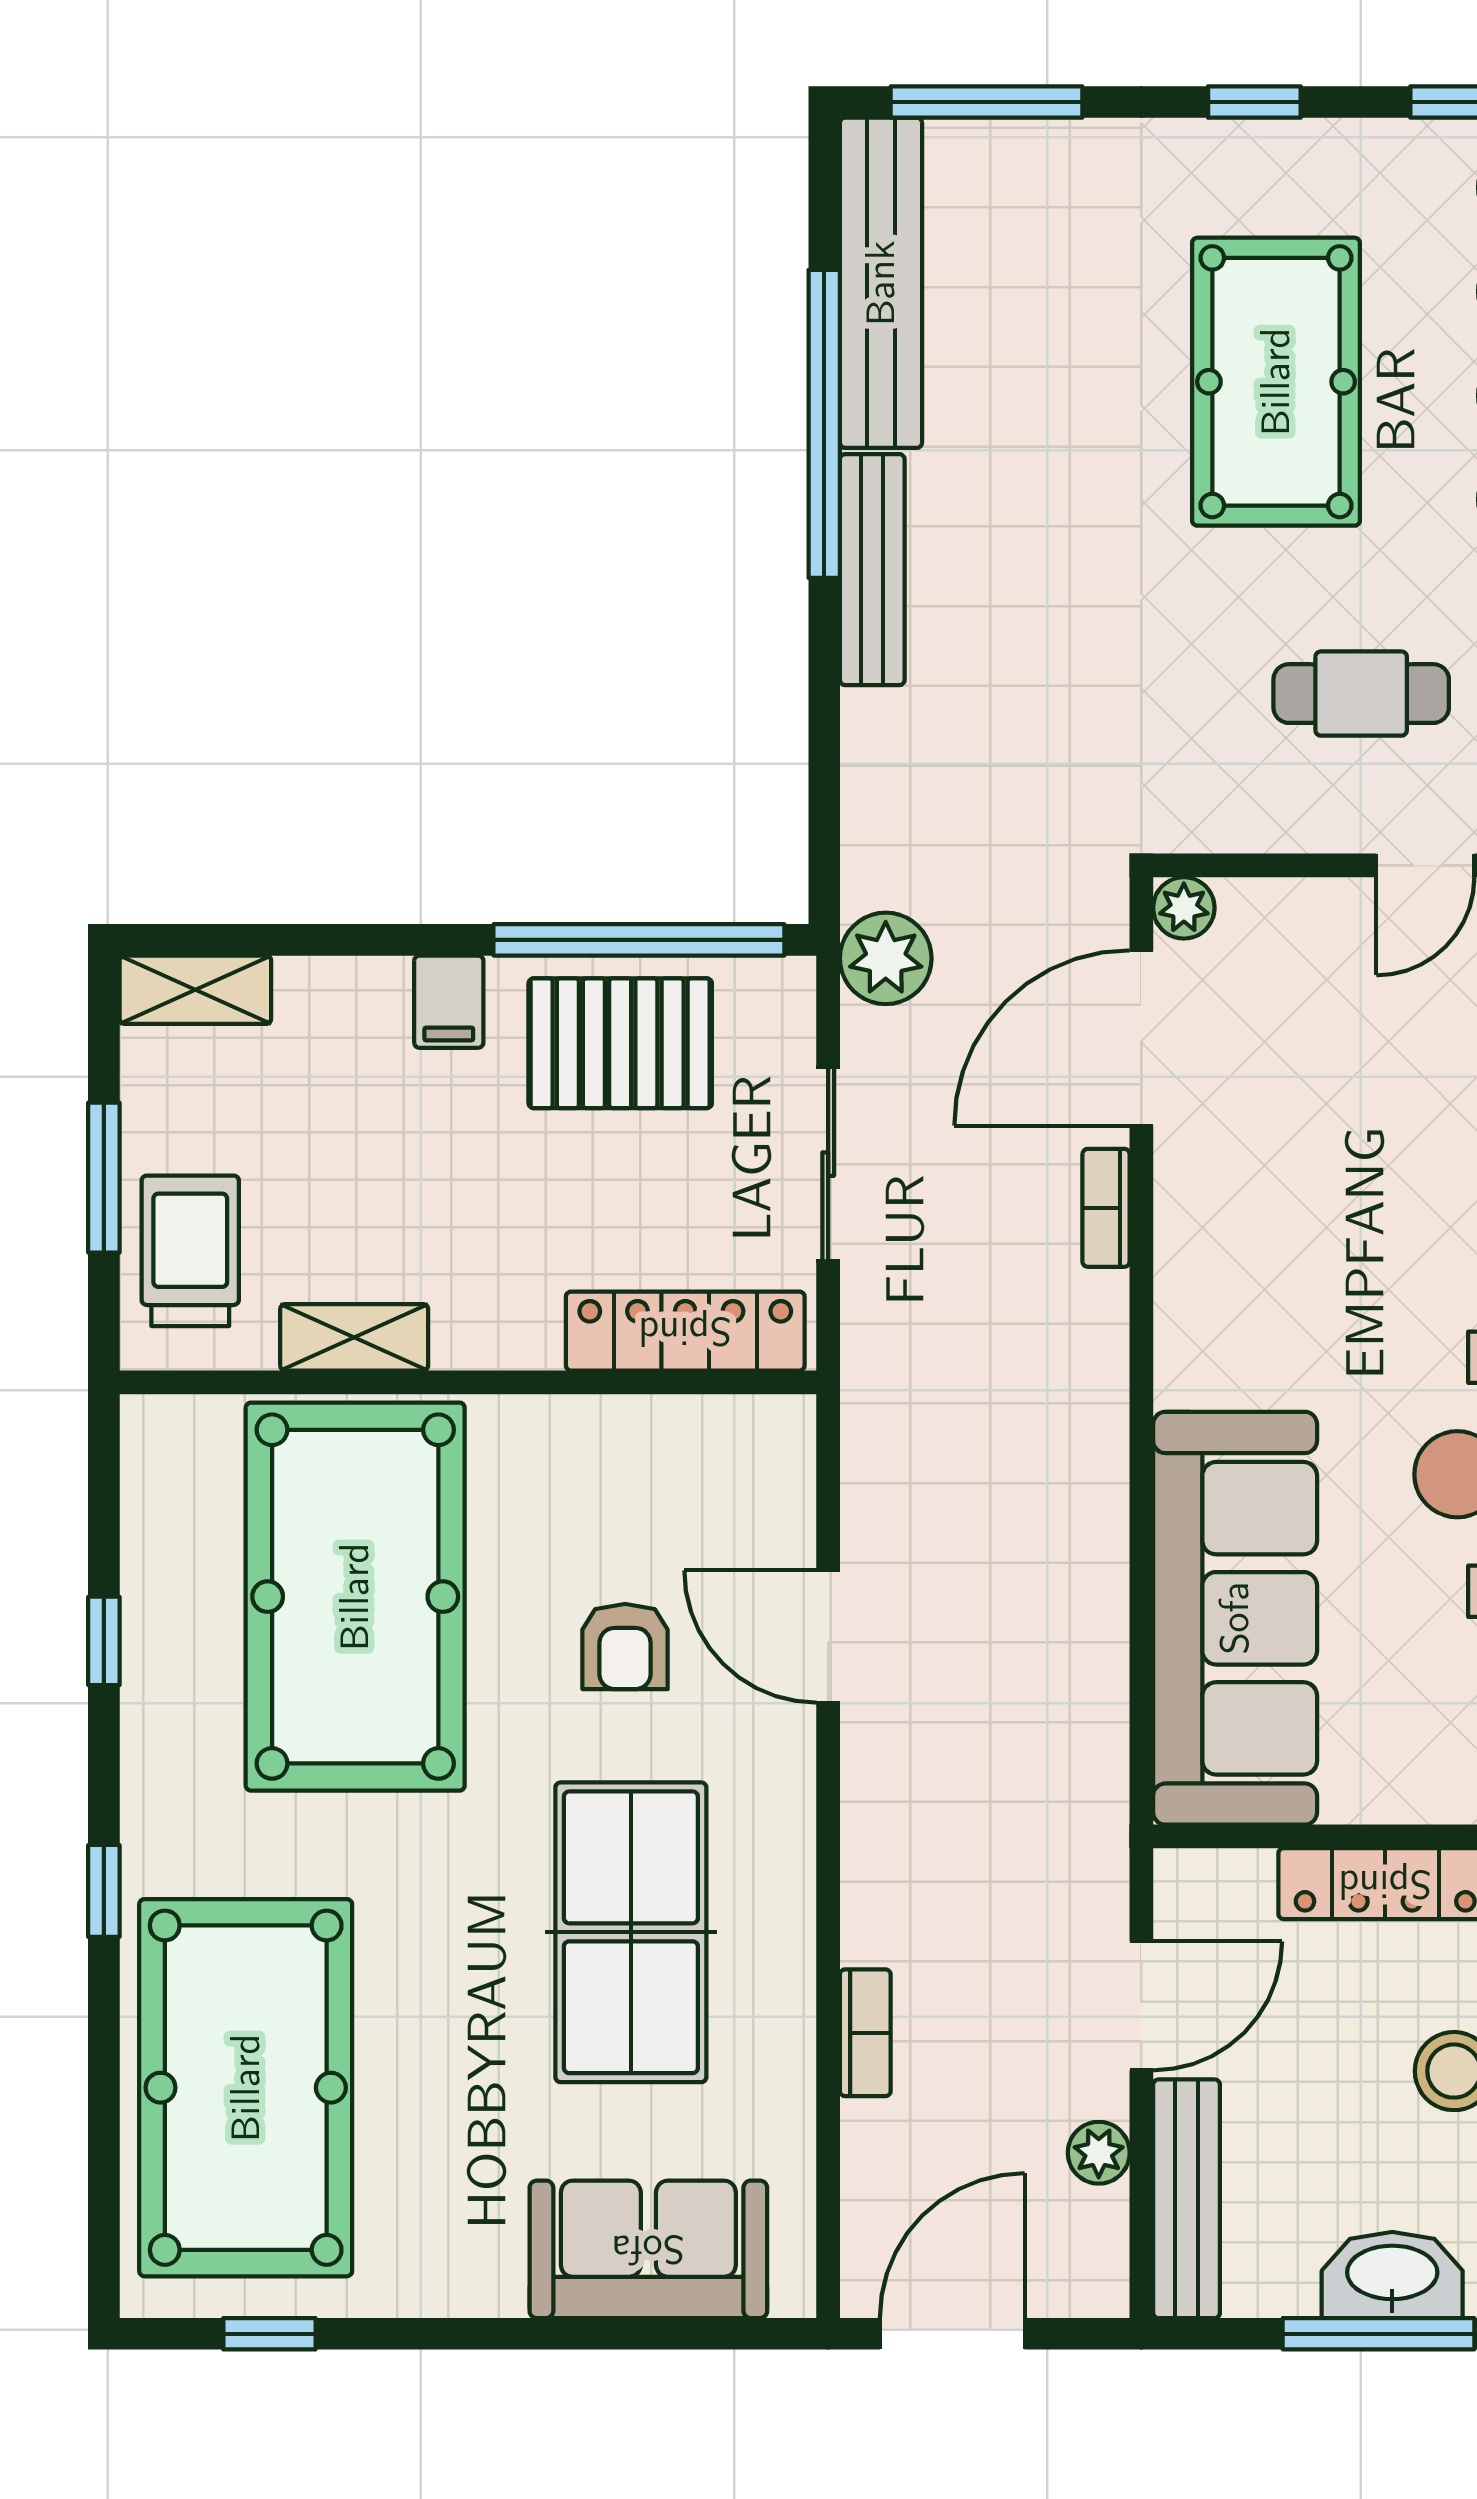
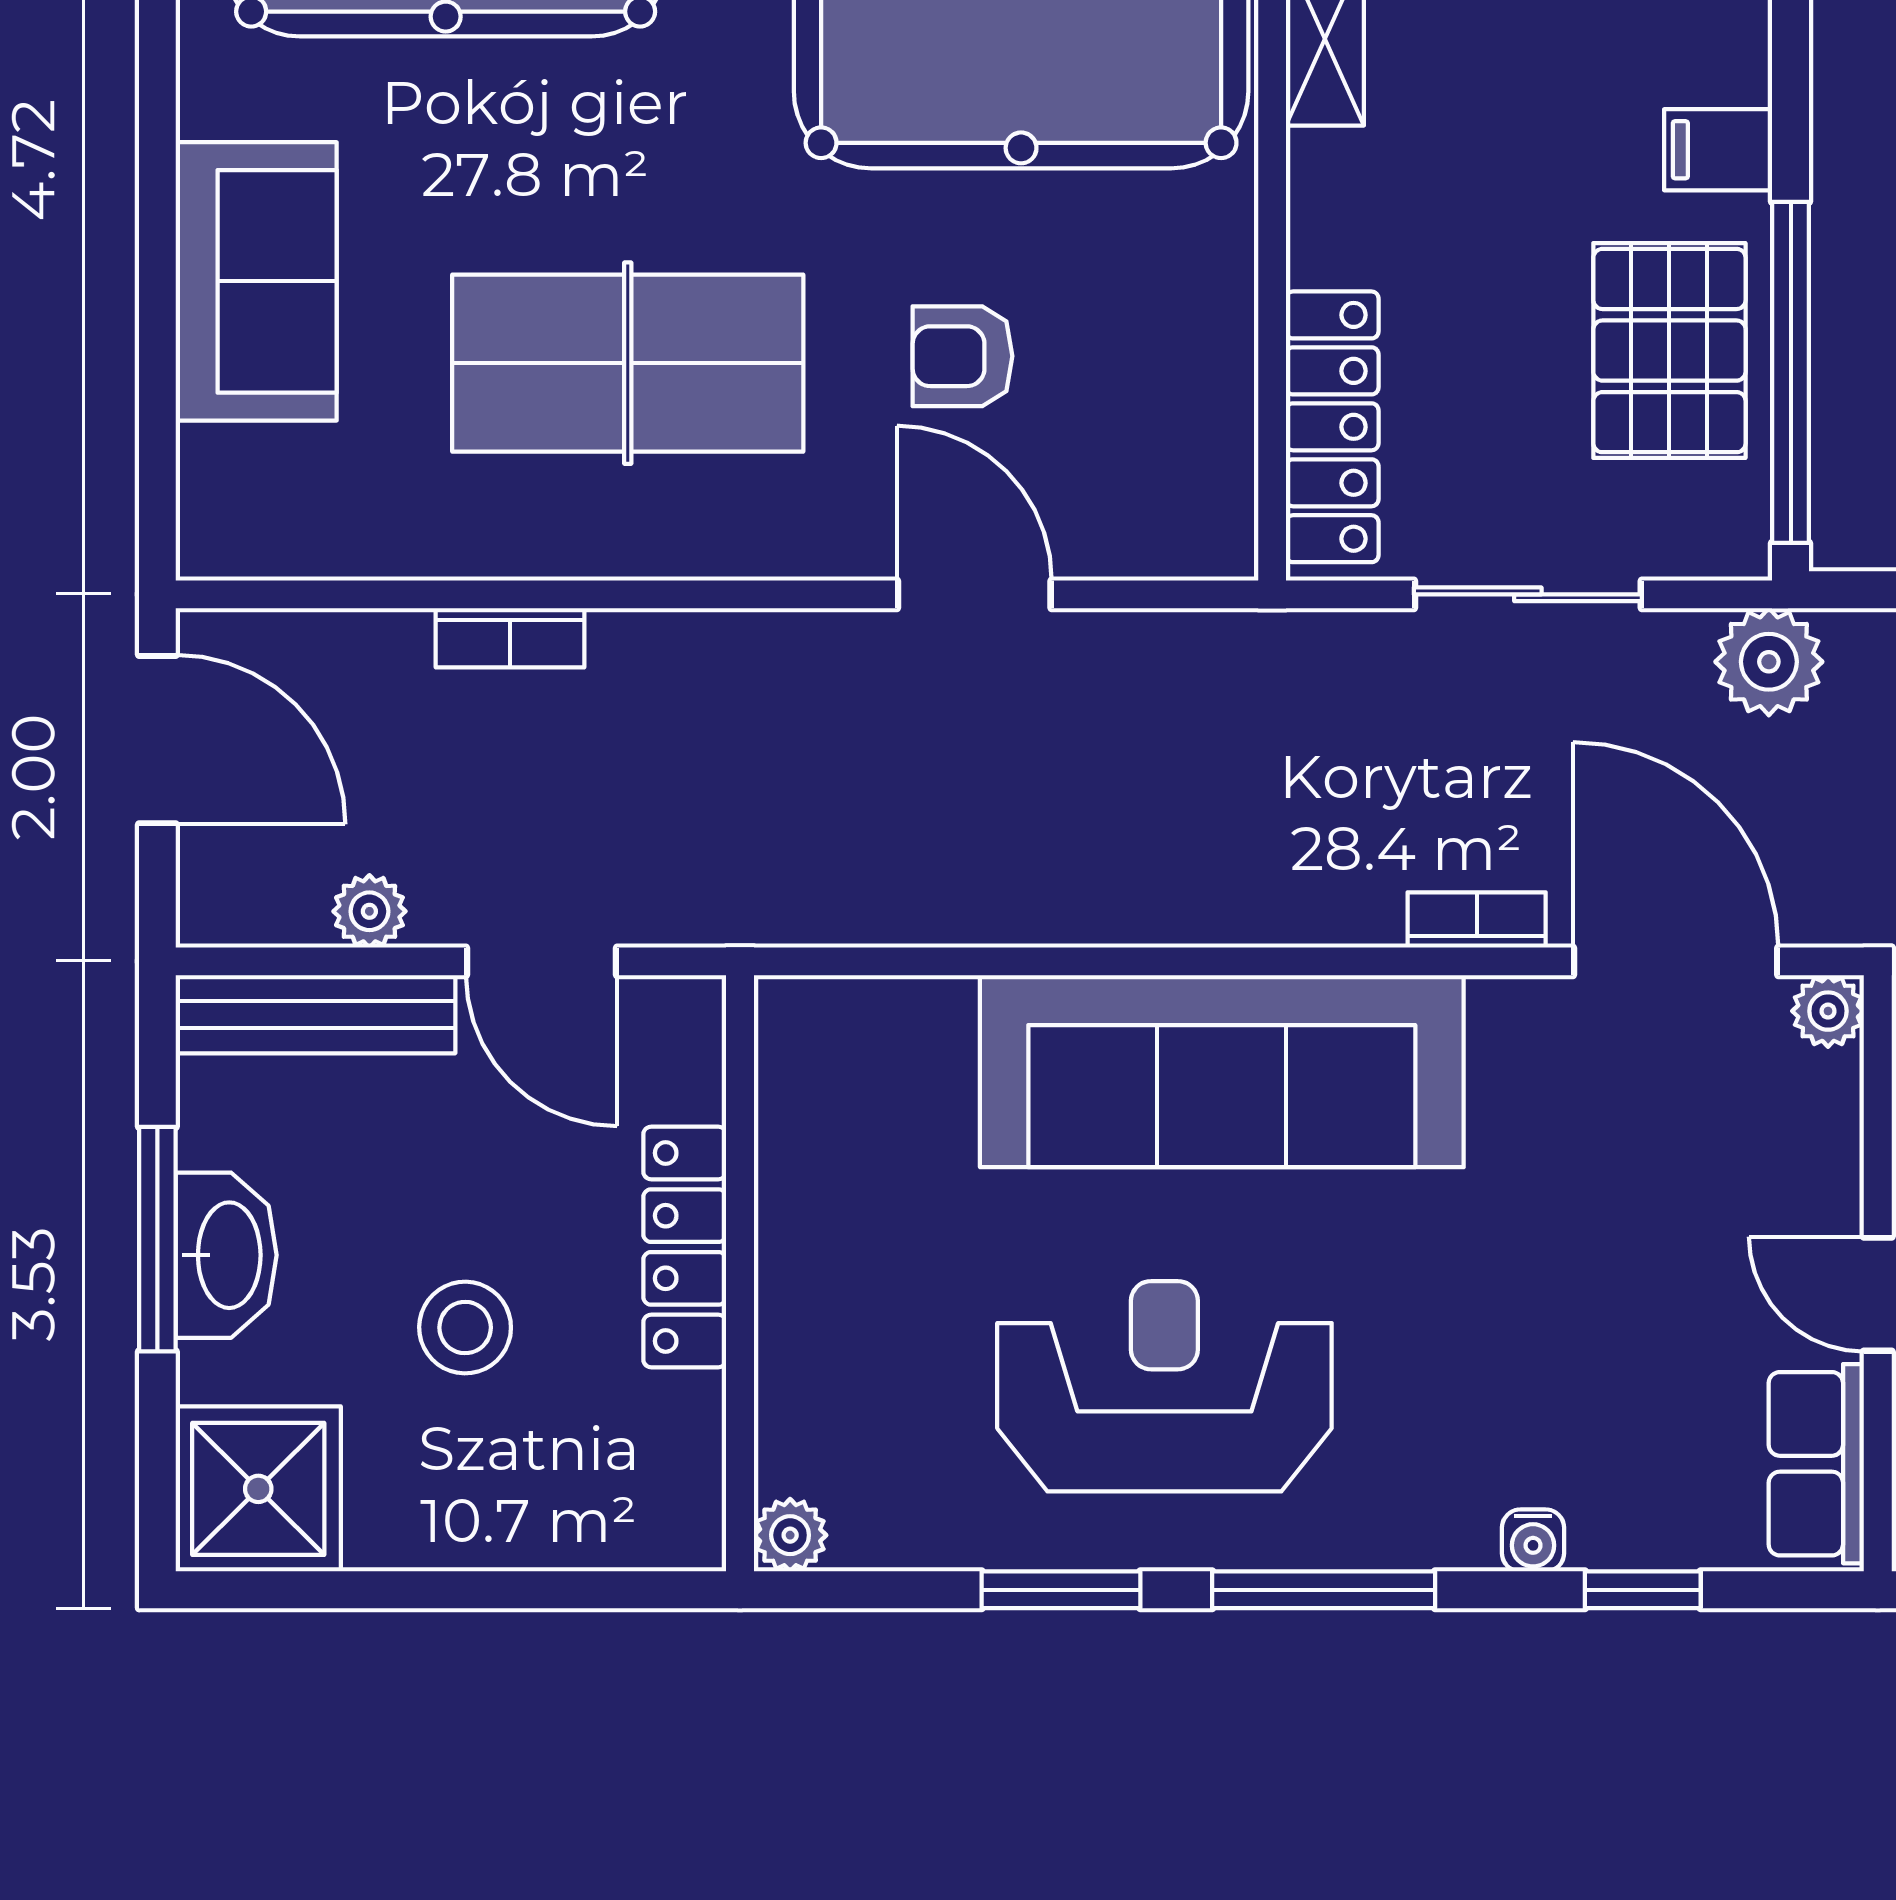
sofa: (1235, 1618) -> (1222, 1071), moved
door: (828, 1637) -> (974, 594), hinge flipped
sofa: (648, 2249) -> (256, 281), moved

